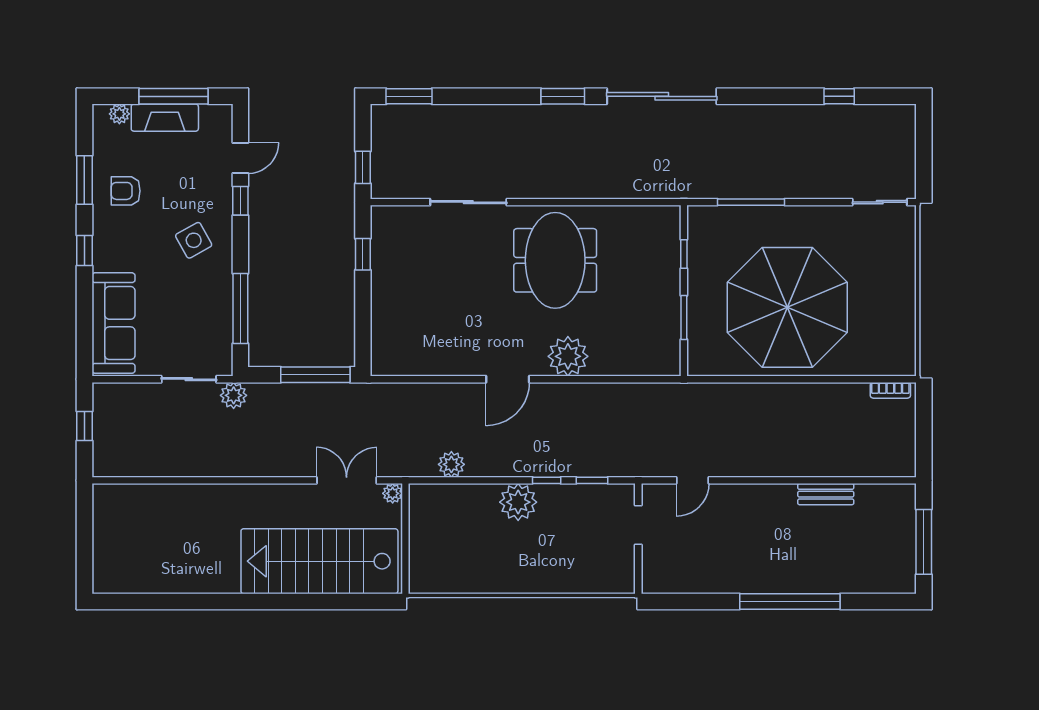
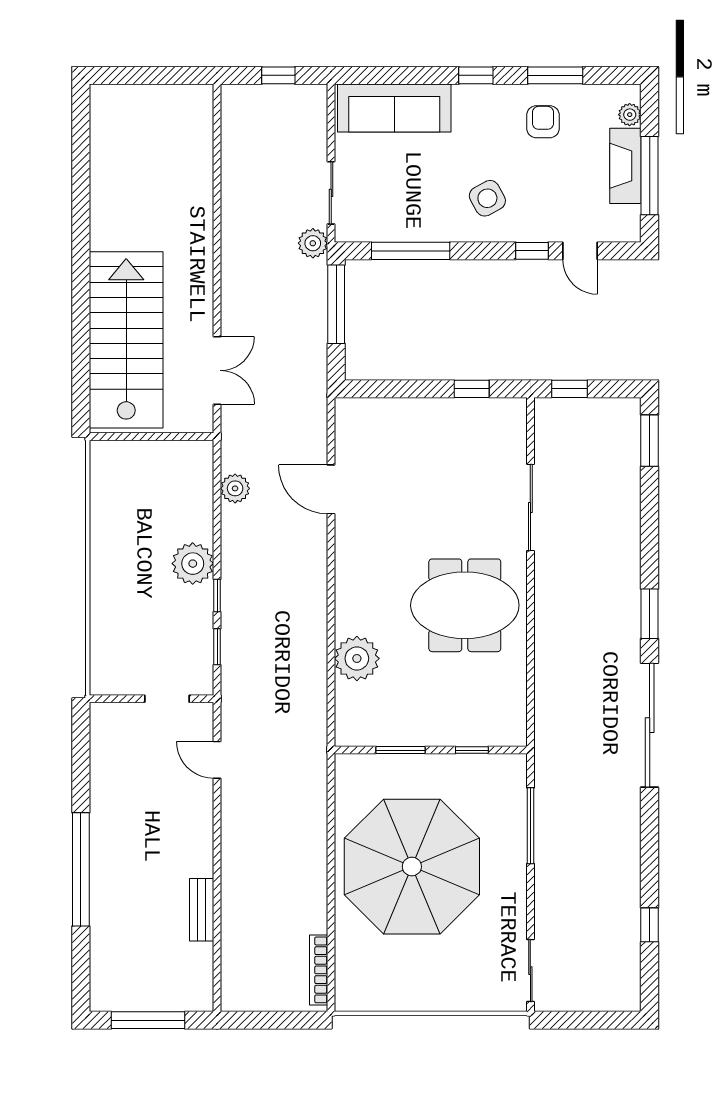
plant: (568, 356) -> (357, 658), moved
window: (315, 375) -> (336, 304), moved
door: (508, 379) -> (331, 489), moved
bookcase: (890, 390) -> (319, 970), width x1.56
plant: (393, 493) -> (203, 422), removed

